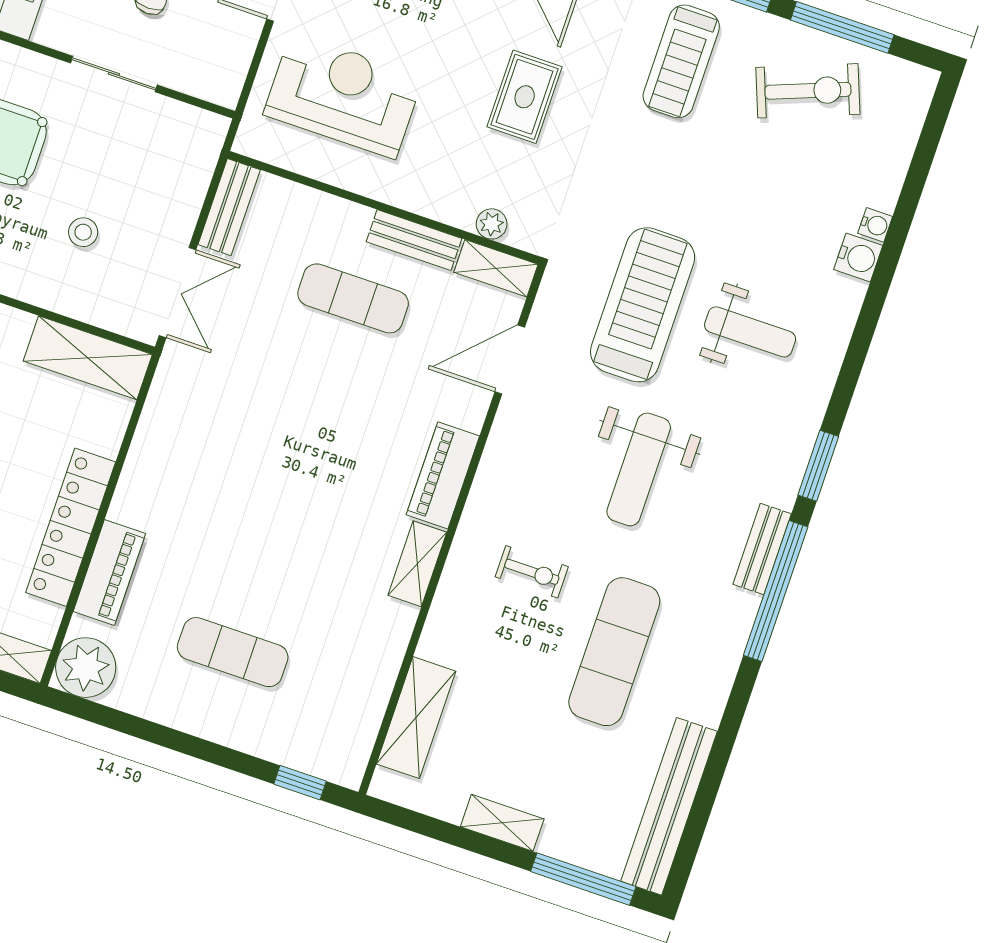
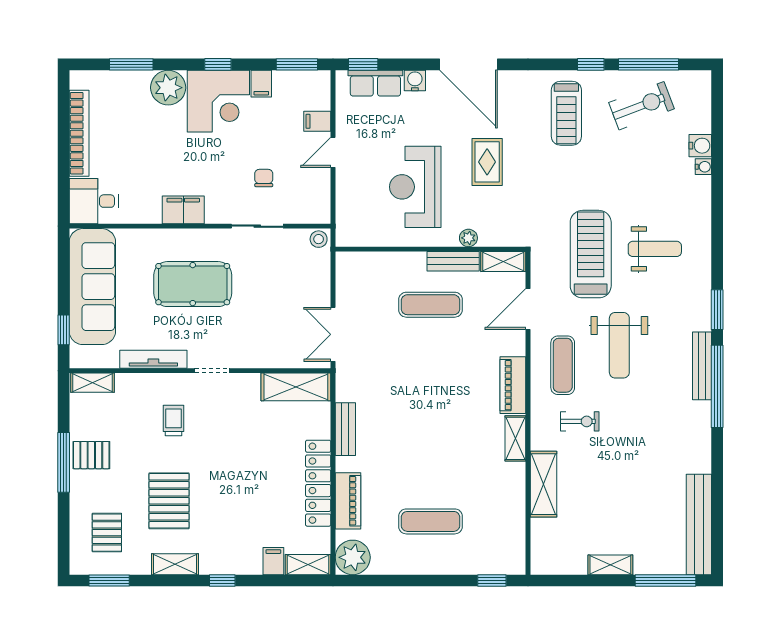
reception desk: (343, 96) -> (415, 187), moved, turned -90
bench: (229, 207) -> (345, 429), moved
plant: (492, 224) -> (468, 238), moved
stool: (83, 232) -> (319, 239), moved
water cooler: (858, 257) -> (700, 146), moved
double door: (178, 293) -> (333, 334), swing flipped
bench: (762, 549) -> (702, 366), width x1.36
exercise mat: (614, 652) -> (563, 365), moved, width x0.73, depth x0.69
shelving: (416, 718) -> (543, 484), moved

